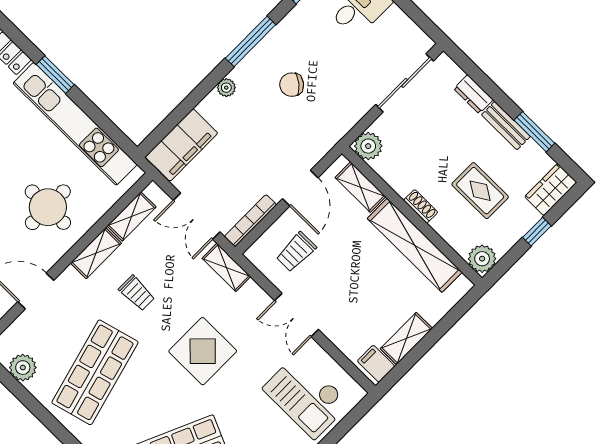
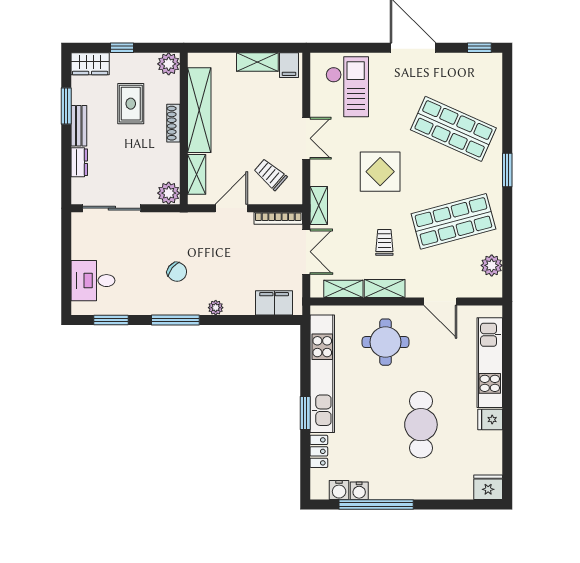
filing cabinet: (181, 145) -> (274, 303), width x0.67, depth x0.86
shoe rack: (421, 206) -> (173, 123), width x1.43
trolley: (296, 252) -> (270, 174), turned -139

